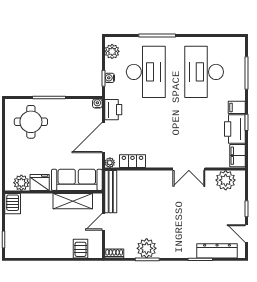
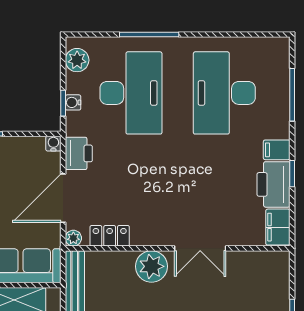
plant: (226, 180) -> (151, 266), moved

